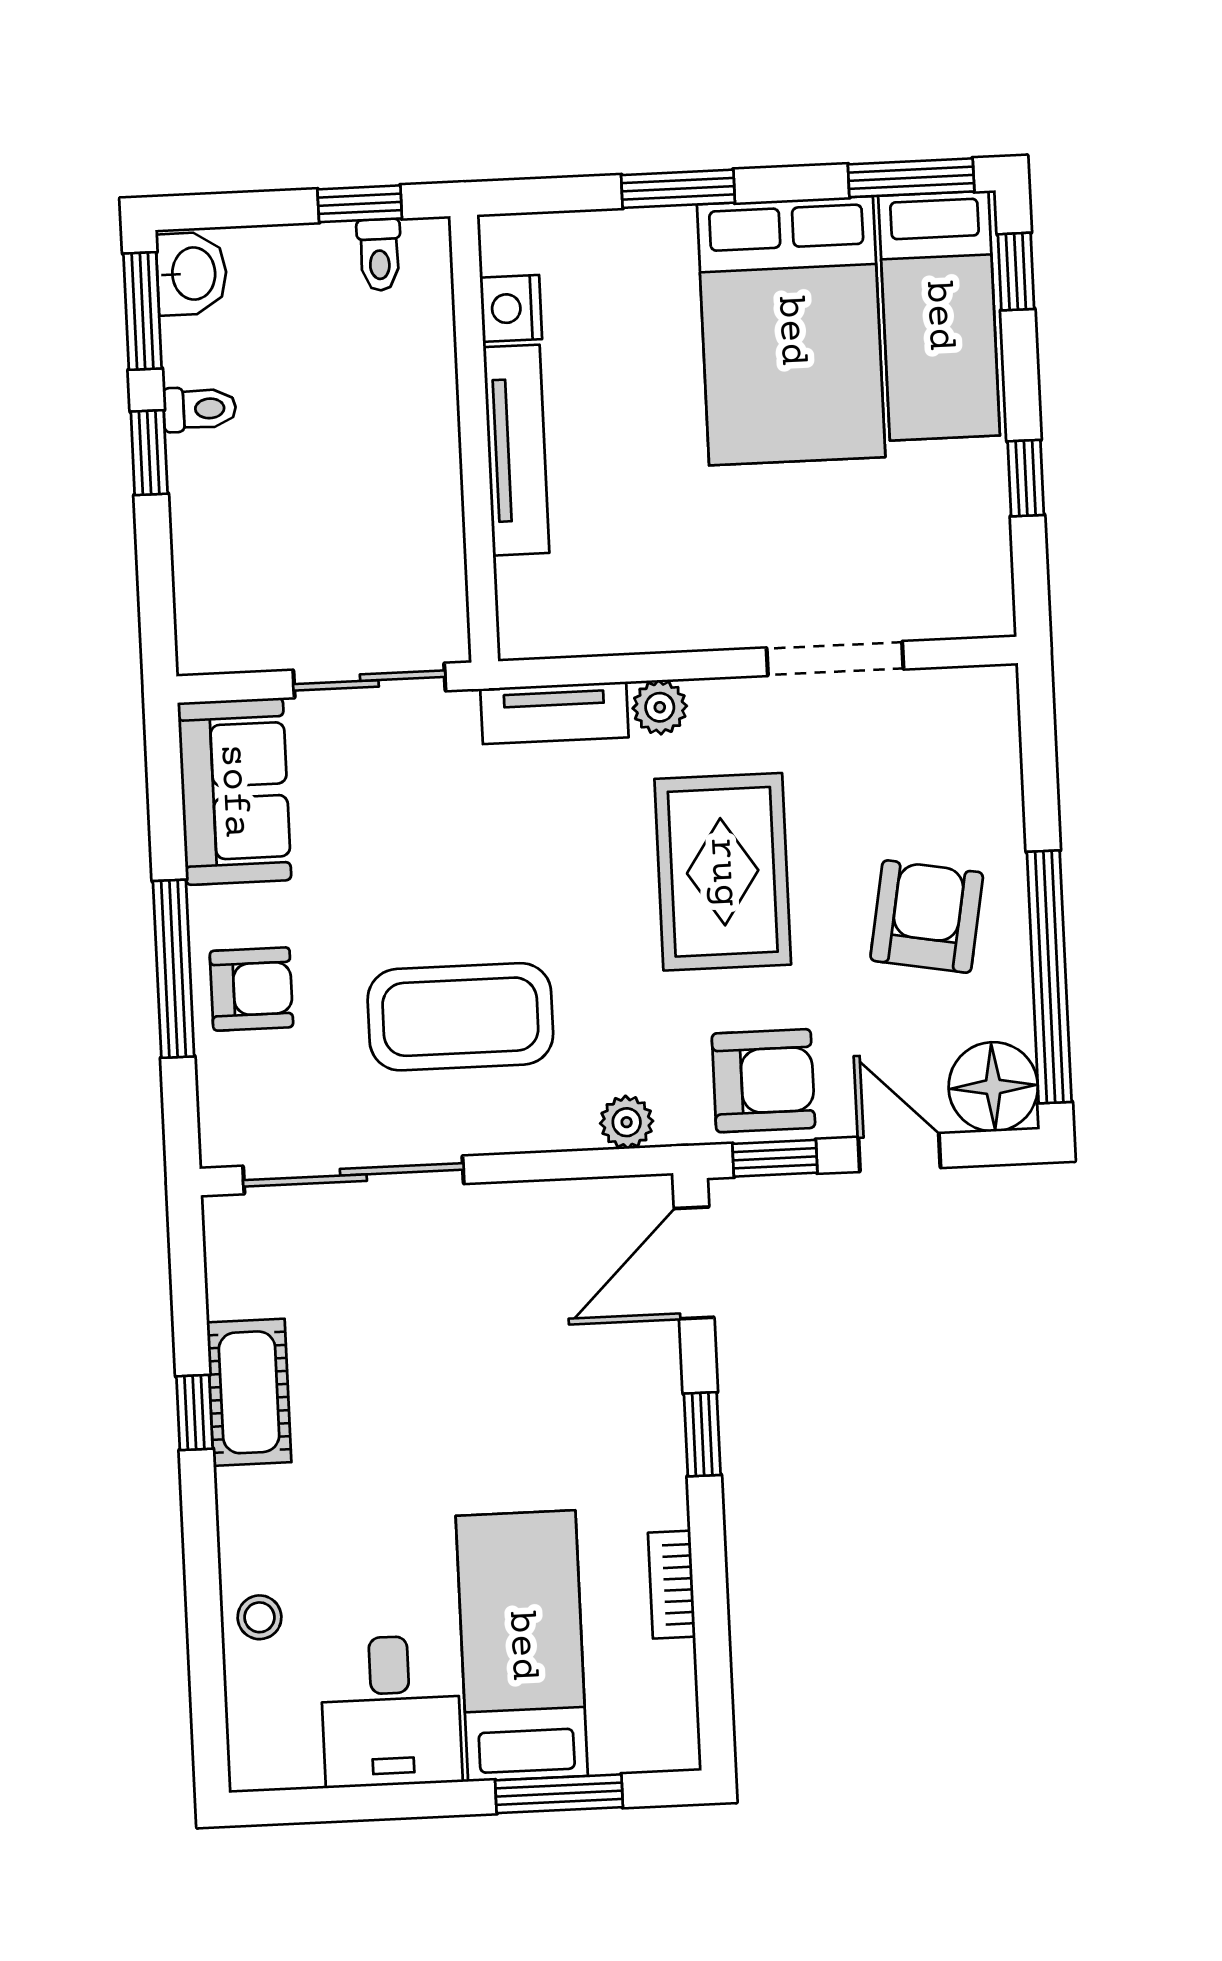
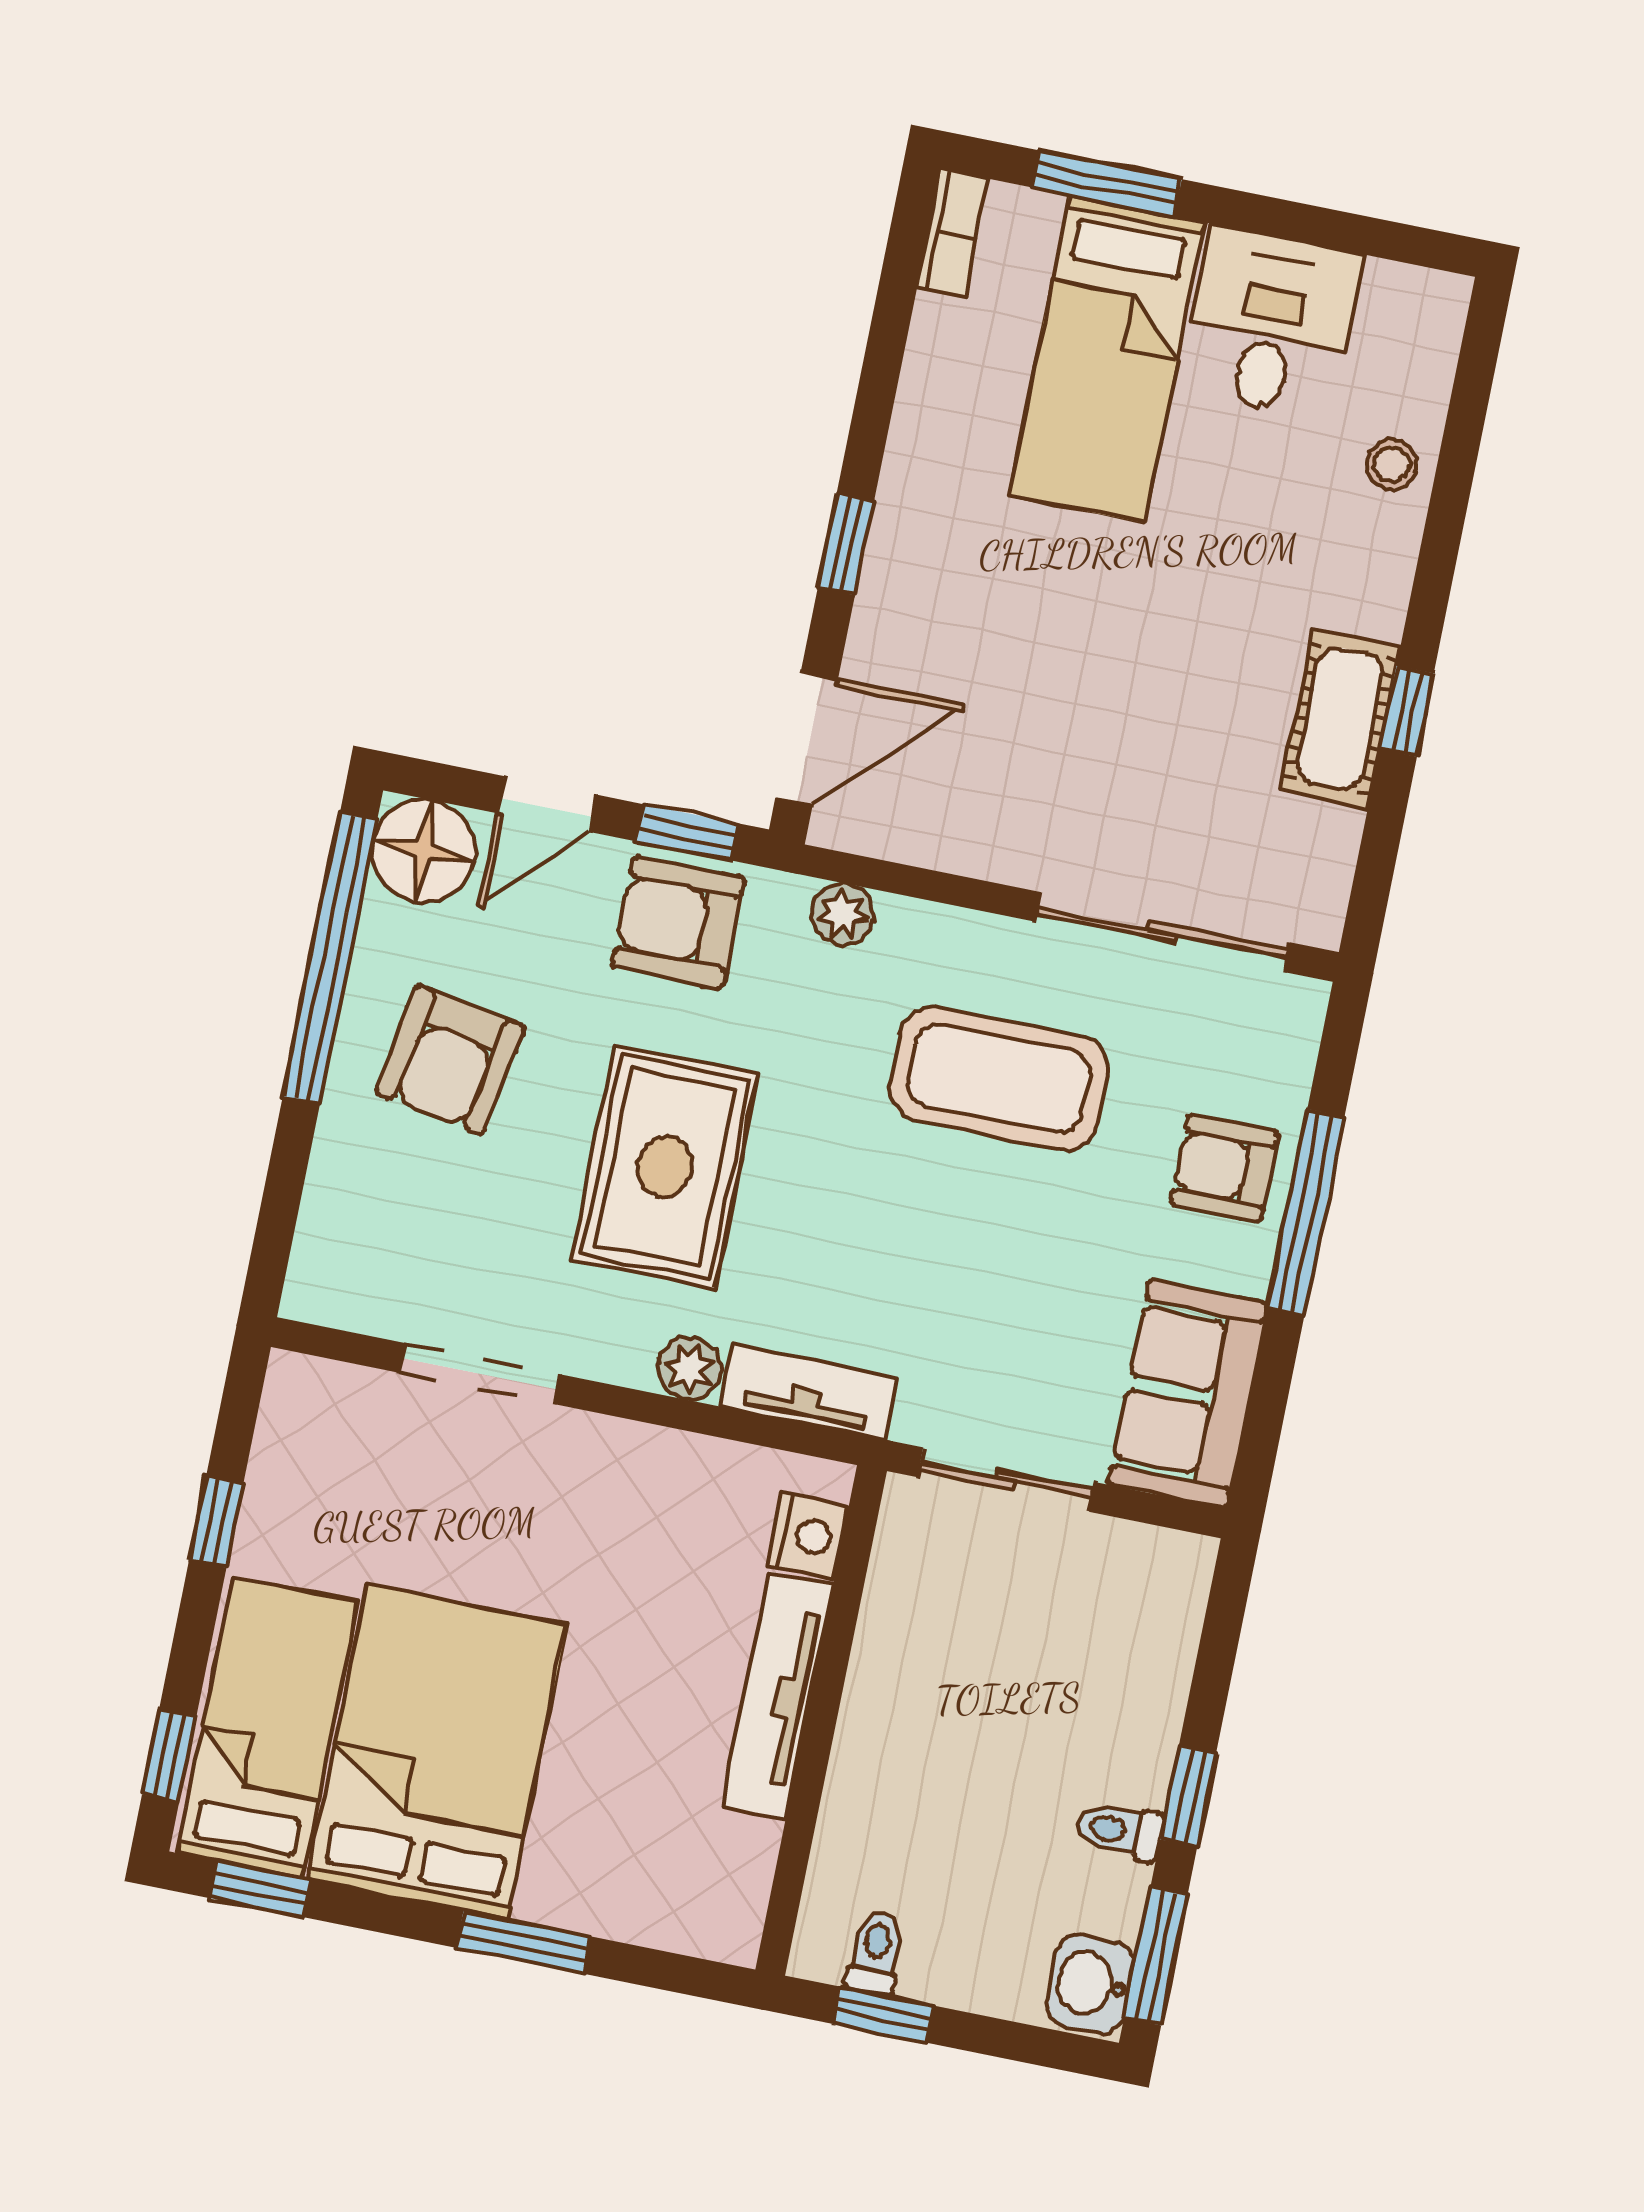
window: (911, 178) -> (260, 1889), width x0.67
nightstand: (511, 308) -> (808, 1536), moved
door: (899, 1152) -> (547, 804), hinge flipped
bookcase: (672, 1585) -> (953, 234), moved

